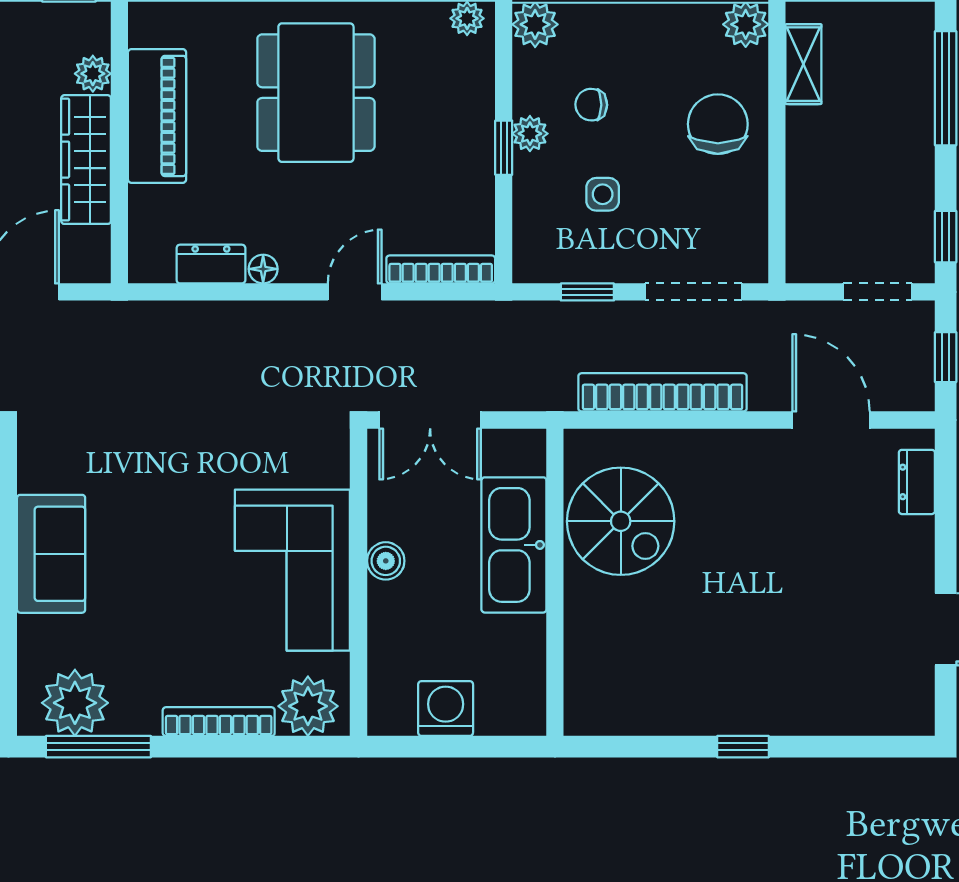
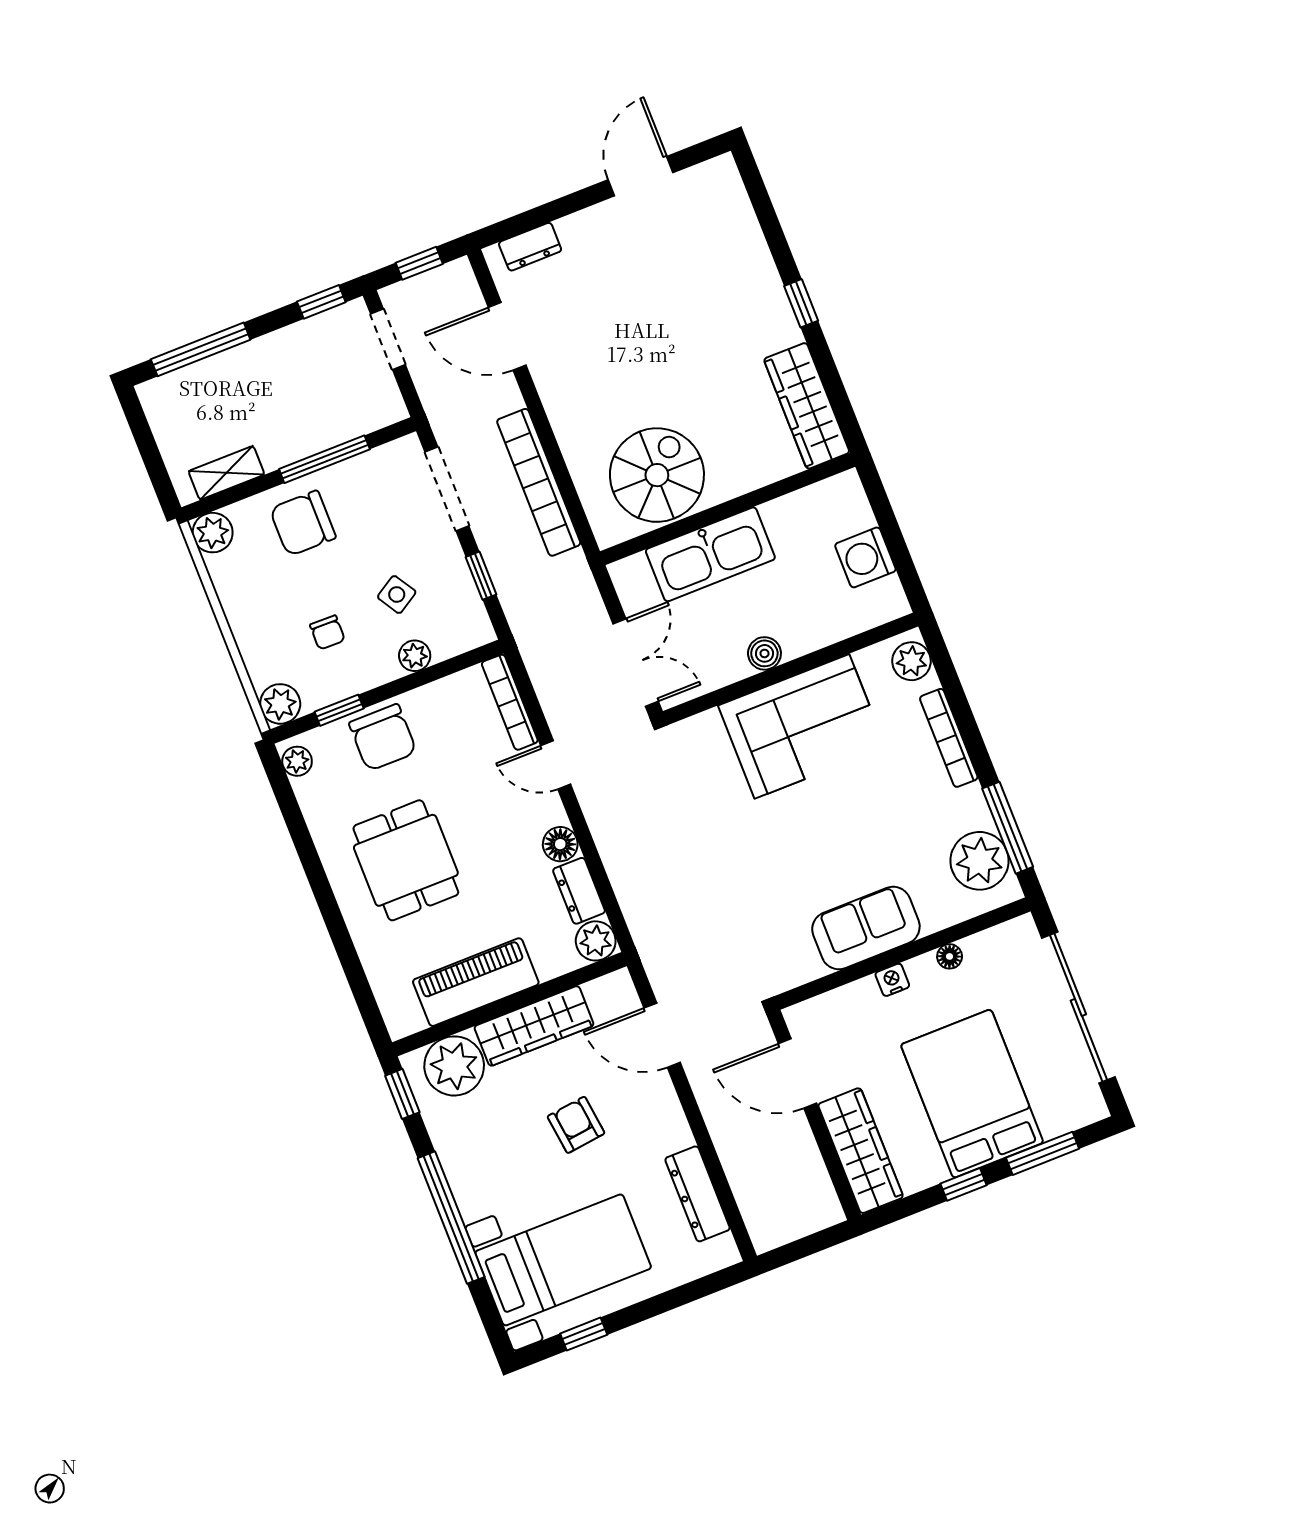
plant: (93, 74) -> (454, 1066), width x1.87, depth x1.87
dining table: (316, 93) -> (406, 860), width x0.73
chair: (456, 120) -> (383, 737), added
plant: (530, 134) -> (415, 656), moved
window: (504, 148) -> (339, 710), moved
window: (777, 174) -> (324, 459), added
side table: (603, 194) -> (397, 595), turned -32
plant: (151, 261) -> (596, 941), added
floor lamp: (263, 269) -> (560, 844), width x1.37, depth x1.37
door: (831, 420) -> (507, 336), hinge flipped
plant: (308, 706) -> (911, 661), width x0.73, depth x0.73
wardrobe: (632, 710) -> (807, 406), added

